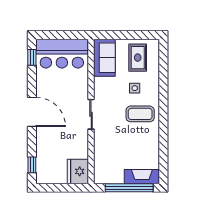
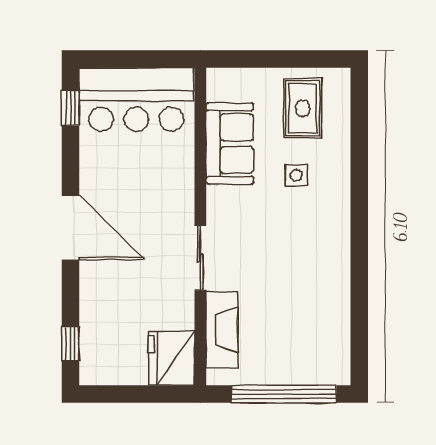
sofa: (104, 58) -> (230, 144), moved
sliding door: (91, 114) -> (200, 258), moved
coffee table: (140, 114) -> (308, 232), removed
fireplace: (142, 177) -> (222, 330), moved, turned 90

